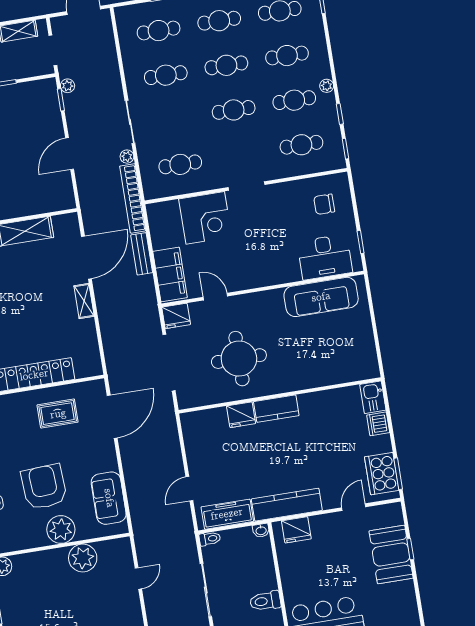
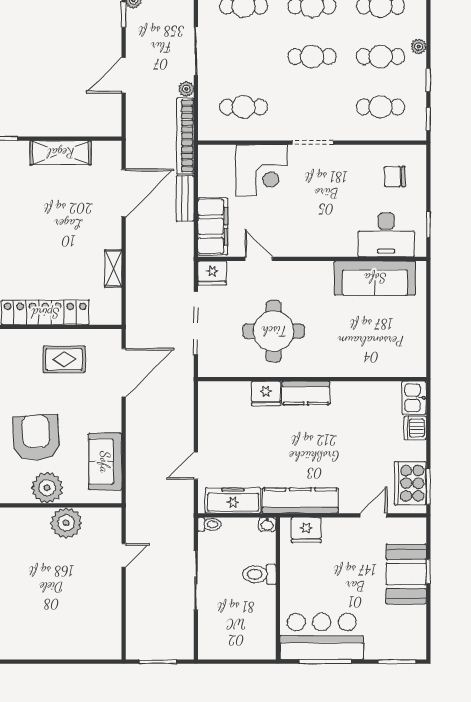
shelving: (84, 301) -> (113, 268), moved
toilet: (265, 601) -> (259, 574), moved

